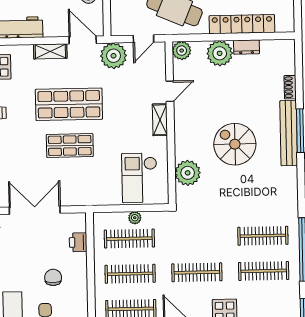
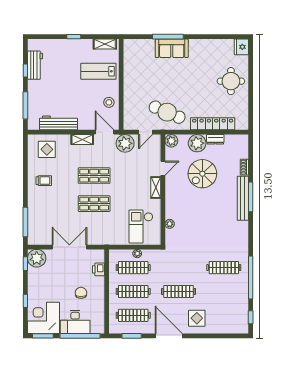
shop shelf: (69, 104) -> (94, 176), width x0.70, depth x0.74
spiral stairs: (235, 144) -> (202, 174), moved, turned -90
plant: (188, 173) -> (170, 224), width x0.53, depth x0.53
clothes rail: (264, 271) -> (224, 291), removed

